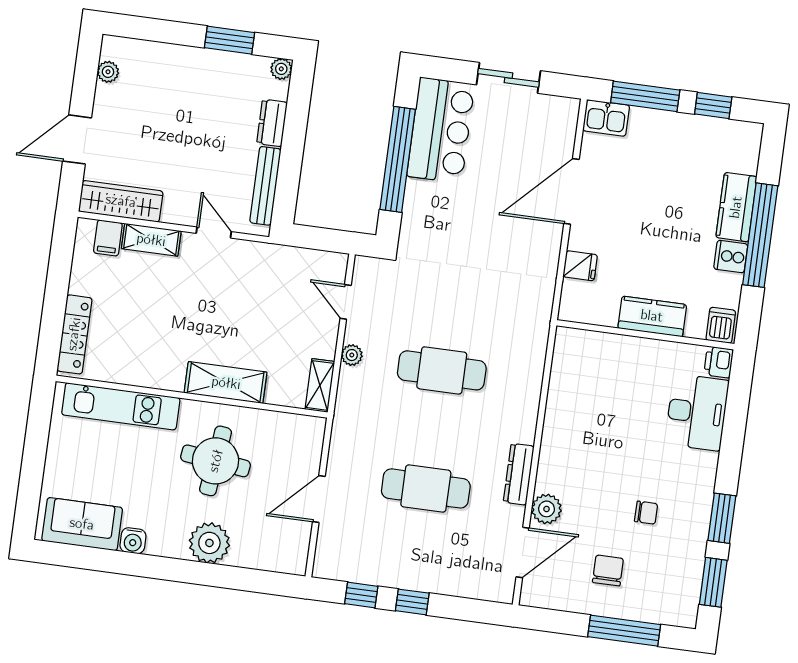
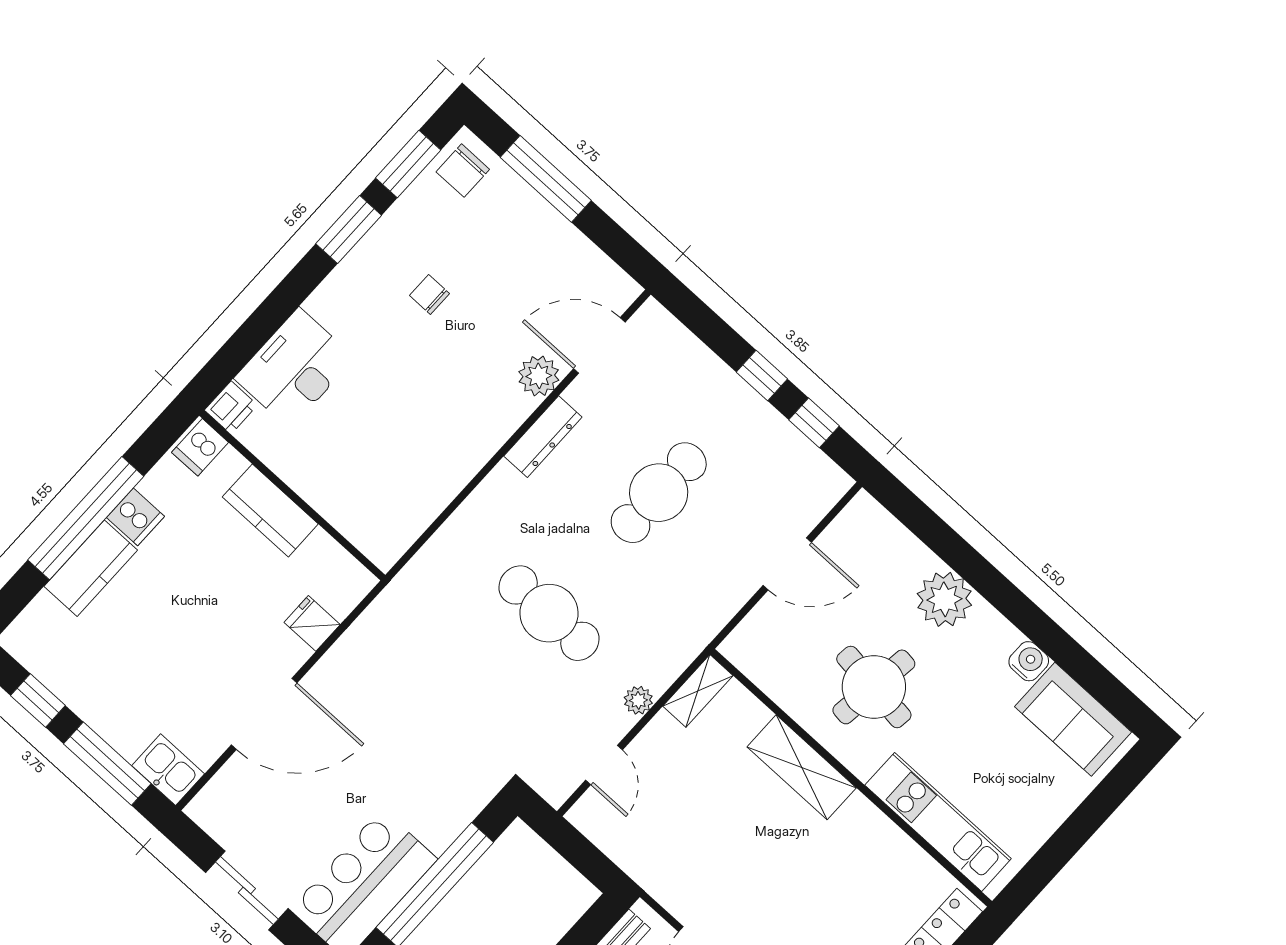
cafe table: (426, 488) -> (659, 493), turned 90
chair: (608, 570) -> (463, 171), moved

